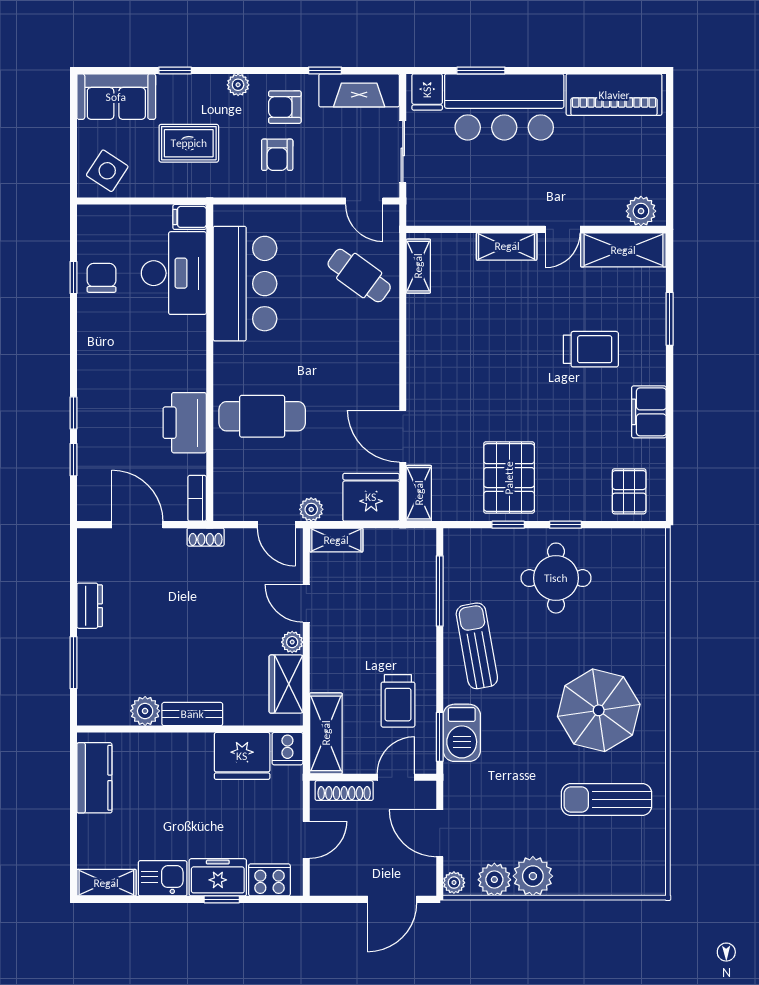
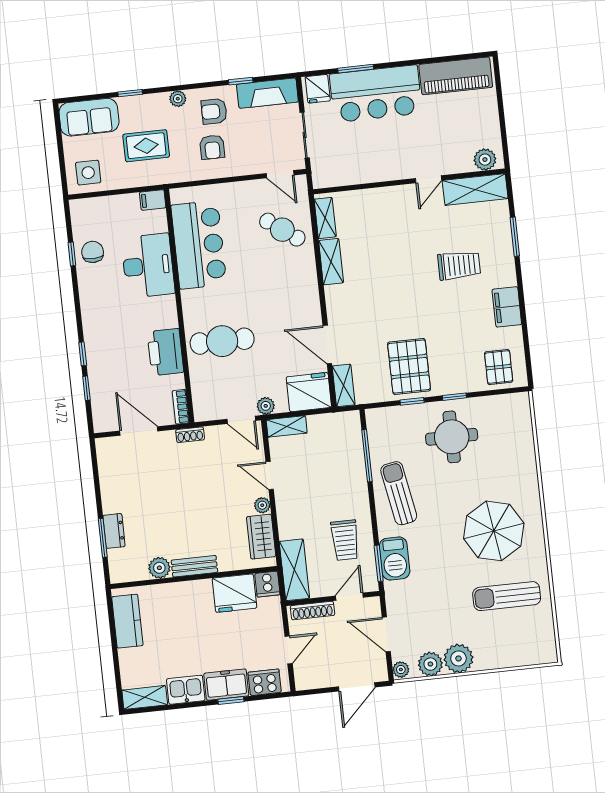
side table: (107, 171) -> (88, 173), turned -33
shelving: (507, 246) -> (331, 262), moved, turned 90
desk: (174, 273) -> (148, 266), moved
dresser: (90, 606) -> (114, 531), moved

